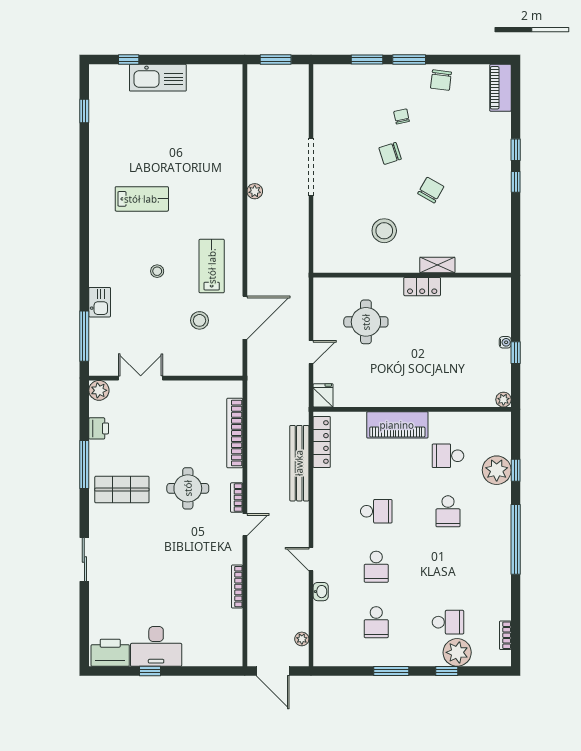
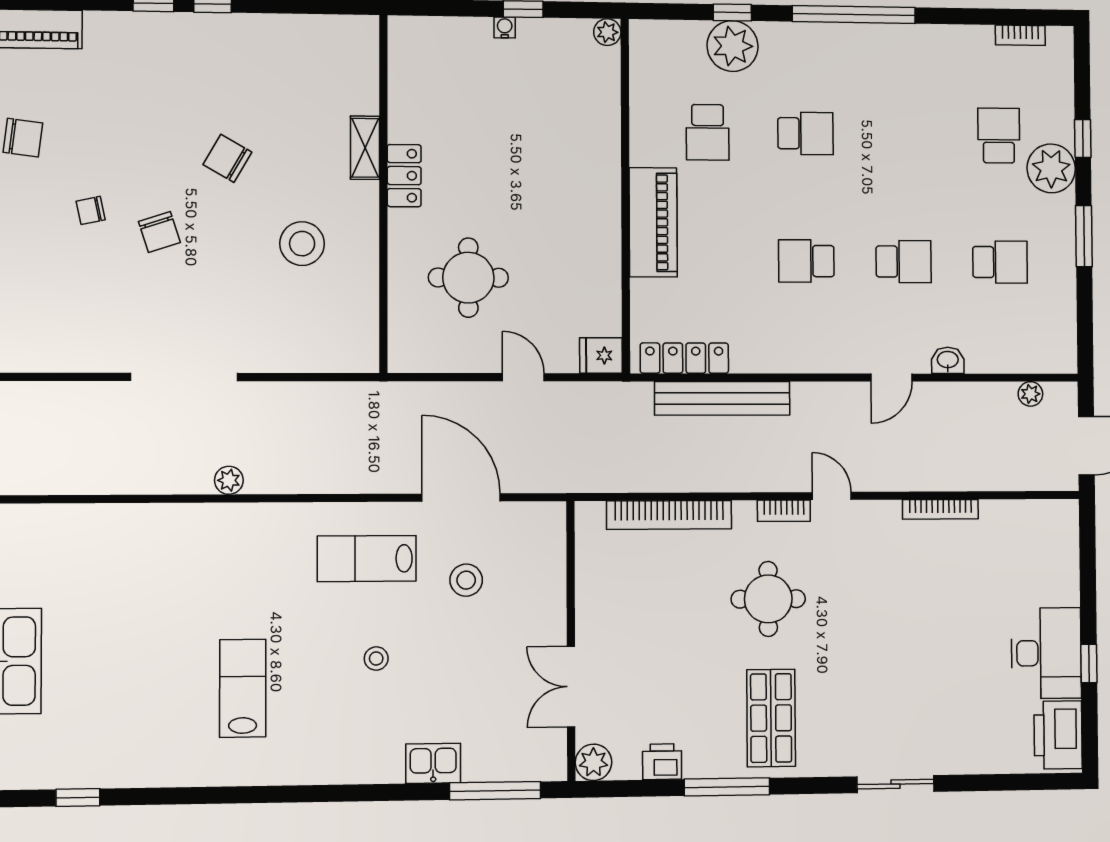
school desk: (376, 511) -> (806, 261), turned -90
plant: (457, 652) -> (1051, 168), moved

